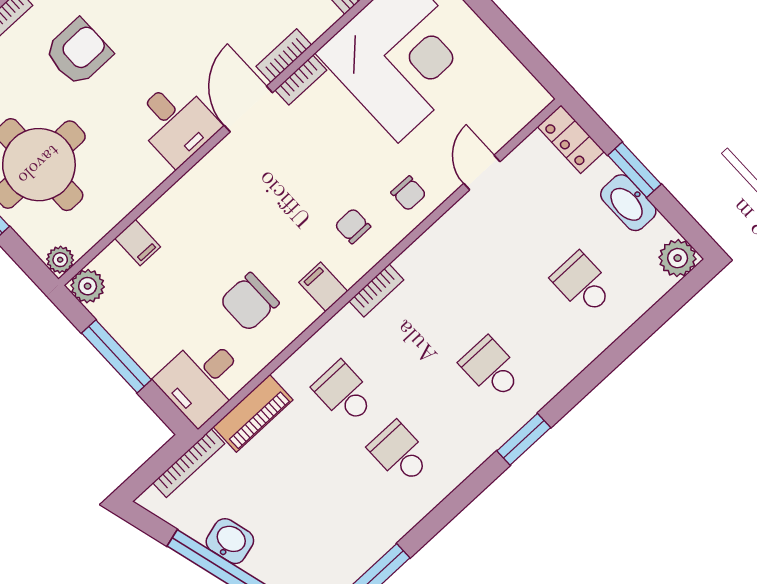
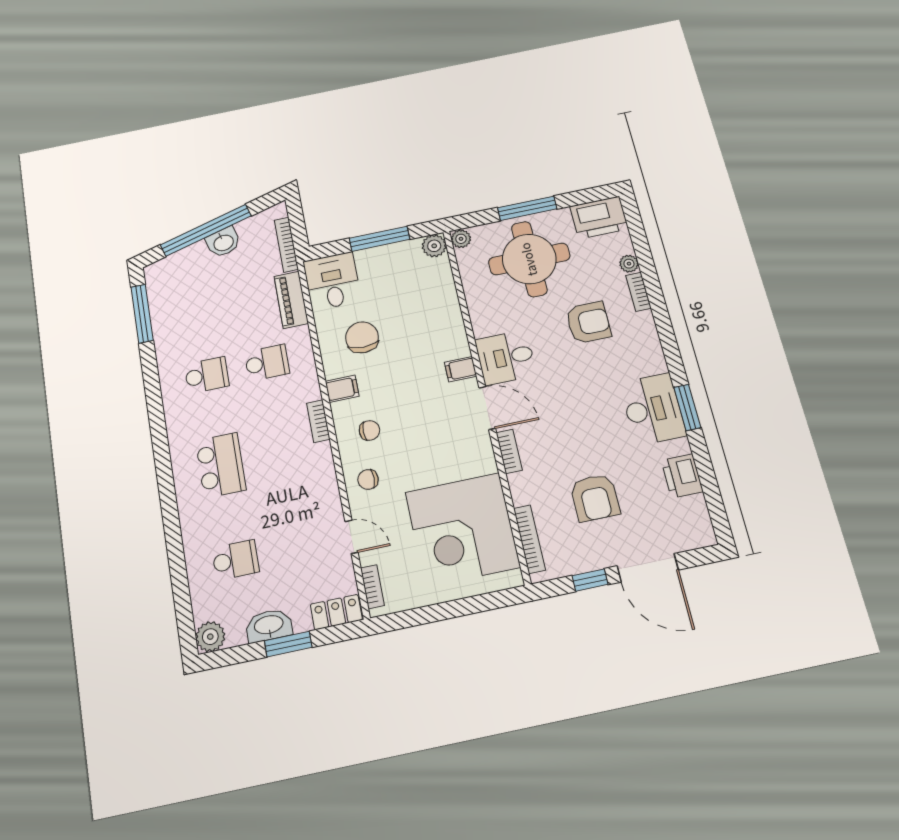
armchair: (78, 52) -> (588, 322), turned -90
bookcase: (301, 80) -> (372, 587), moved, turned 180
filing cabinet: (138, 243) -> (461, 369), moved
school desk: (491, 368) -> (221, 465), width x1.85
window: (524, 439) -> (162, 459), removed

